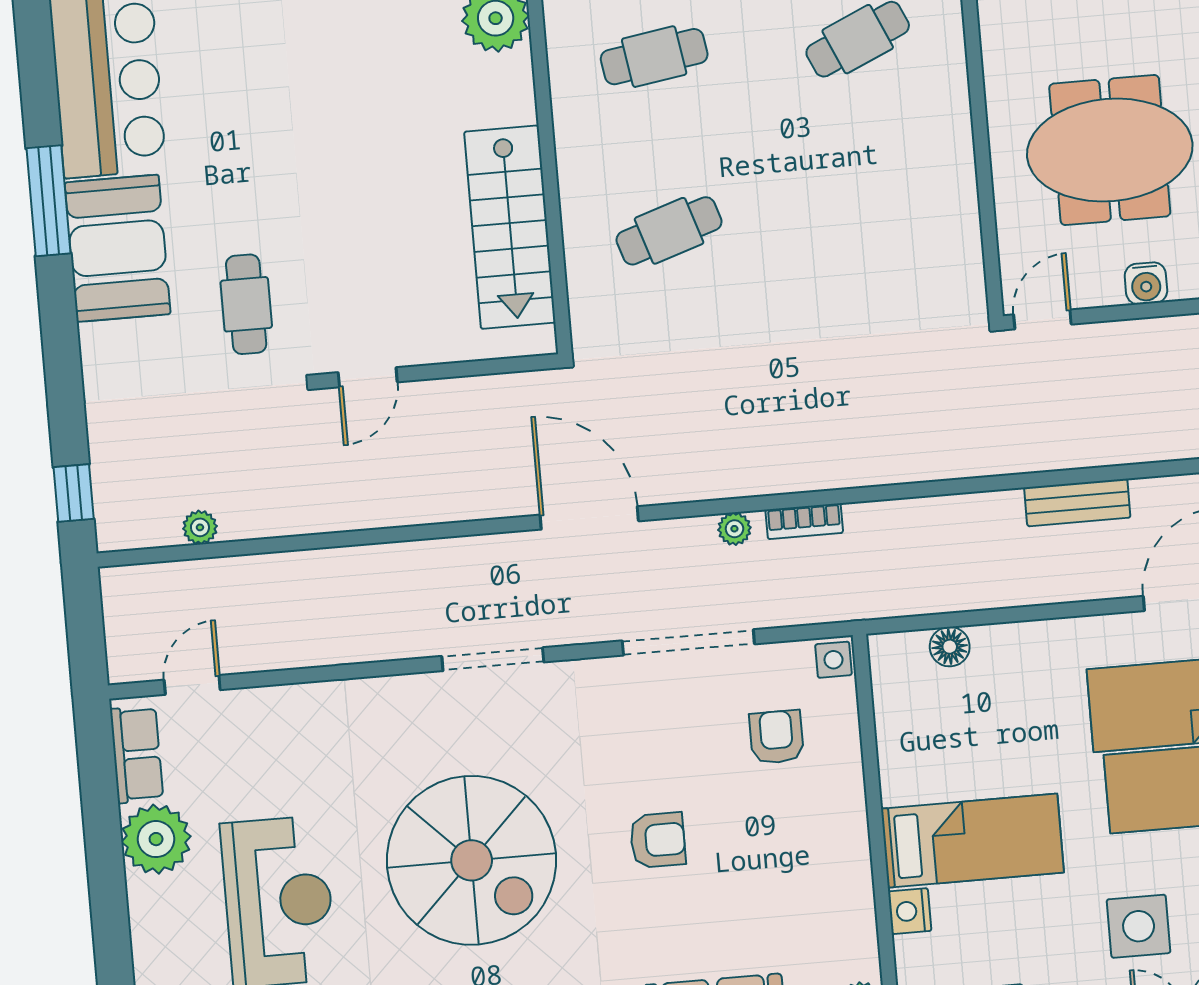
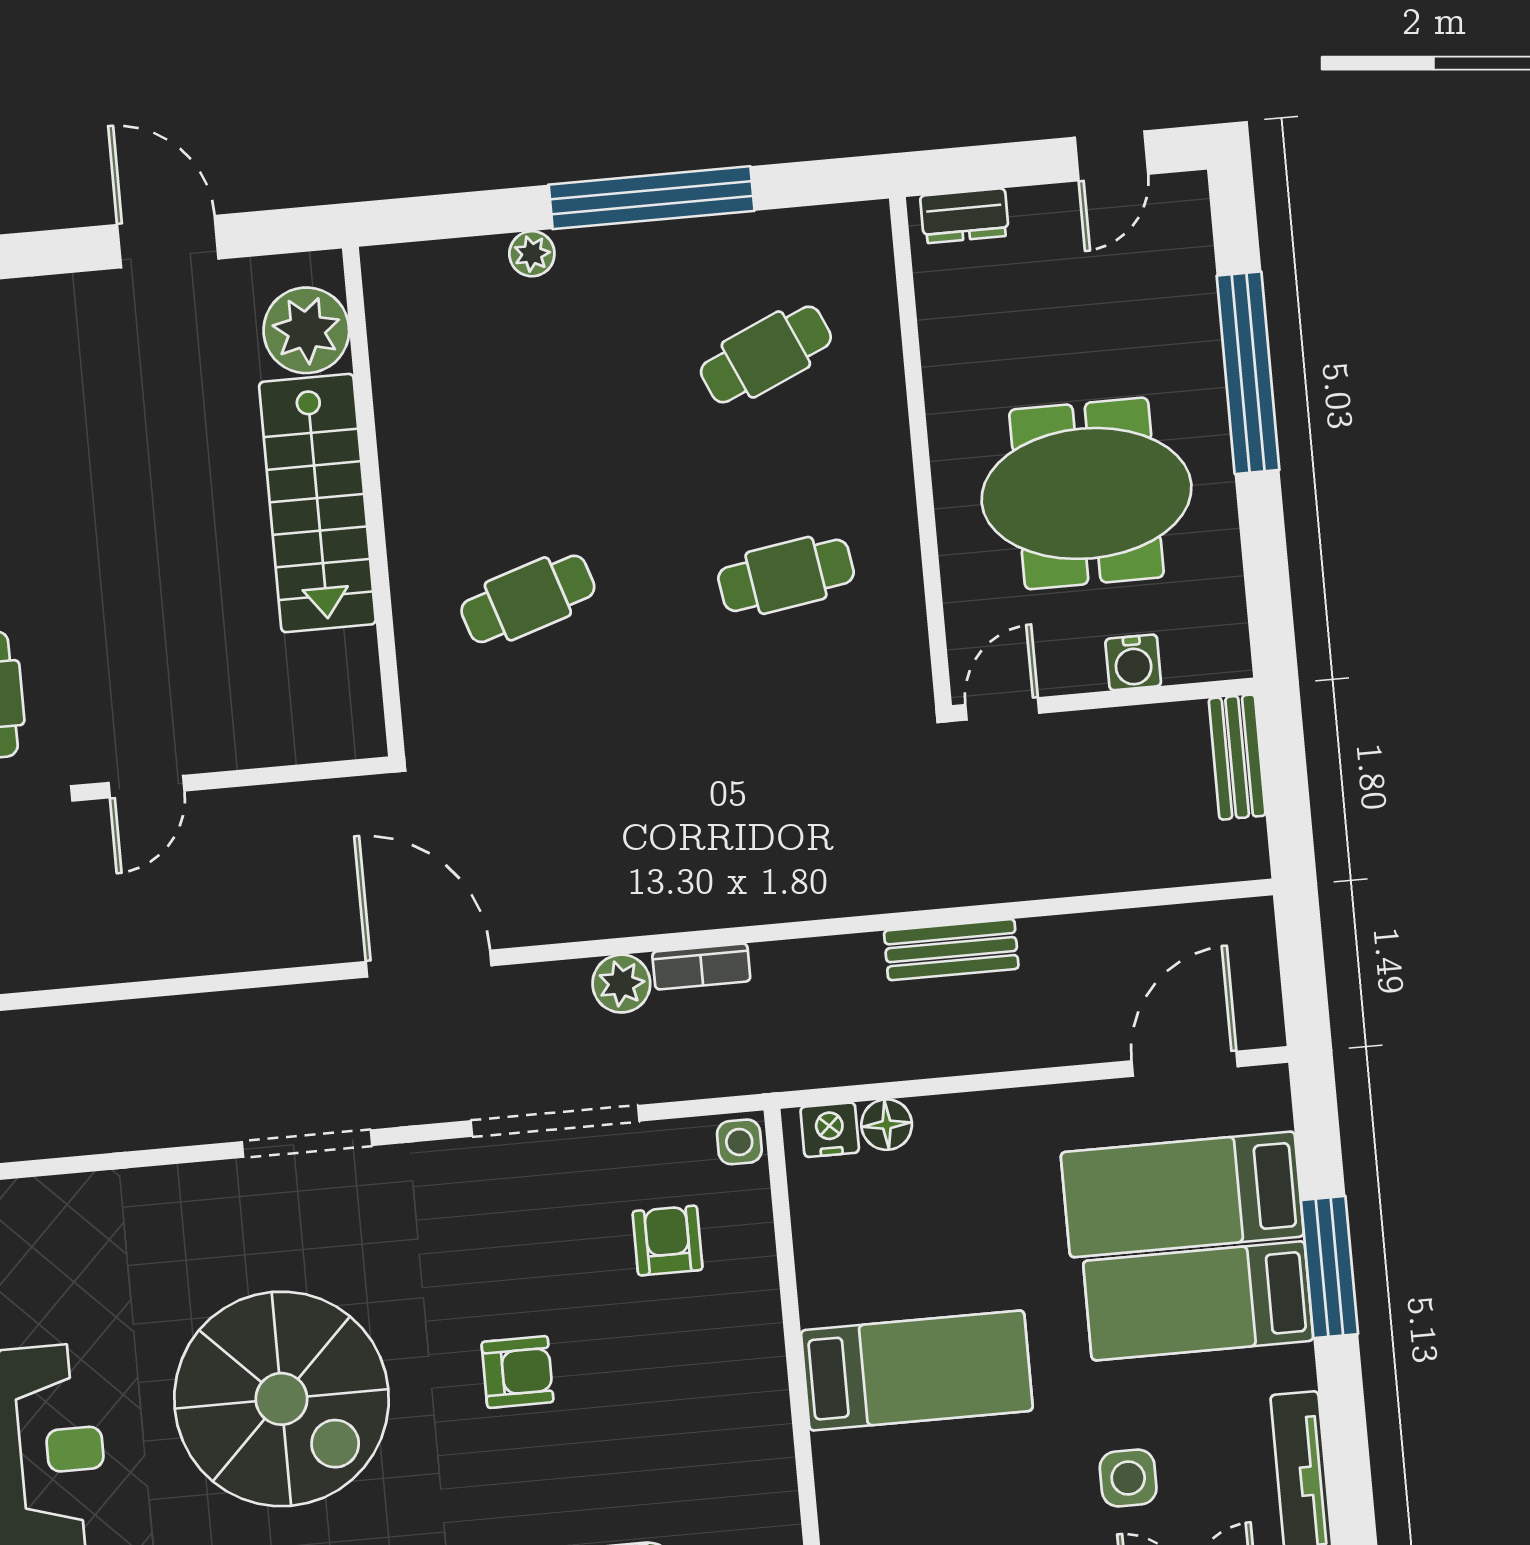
cafe table: (654, 57) -> (786, 575), moved
stairs: (510, 227) -> (317, 503), moved
bench: (1077, 503) -> (951, 950), moved
plant: (734, 529) -> (621, 984), width x1.38, depth x1.38
nightstand: (910, 911) -> (830, 1130), moved, turned 90
side table: (1139, 926) -> (1128, 1478), width x0.73, depth x0.73

